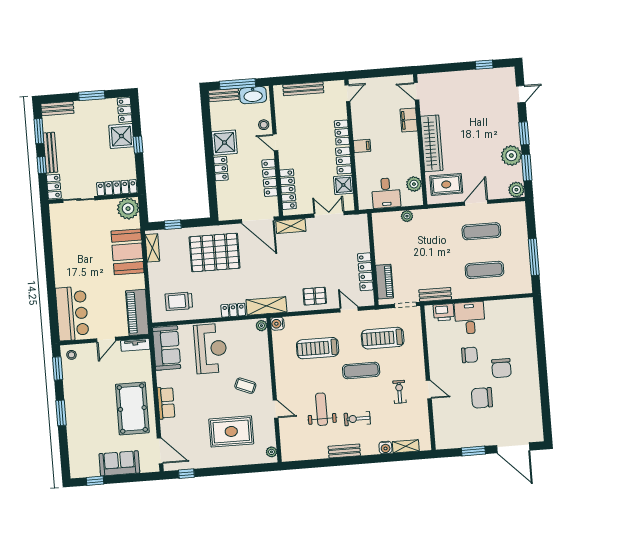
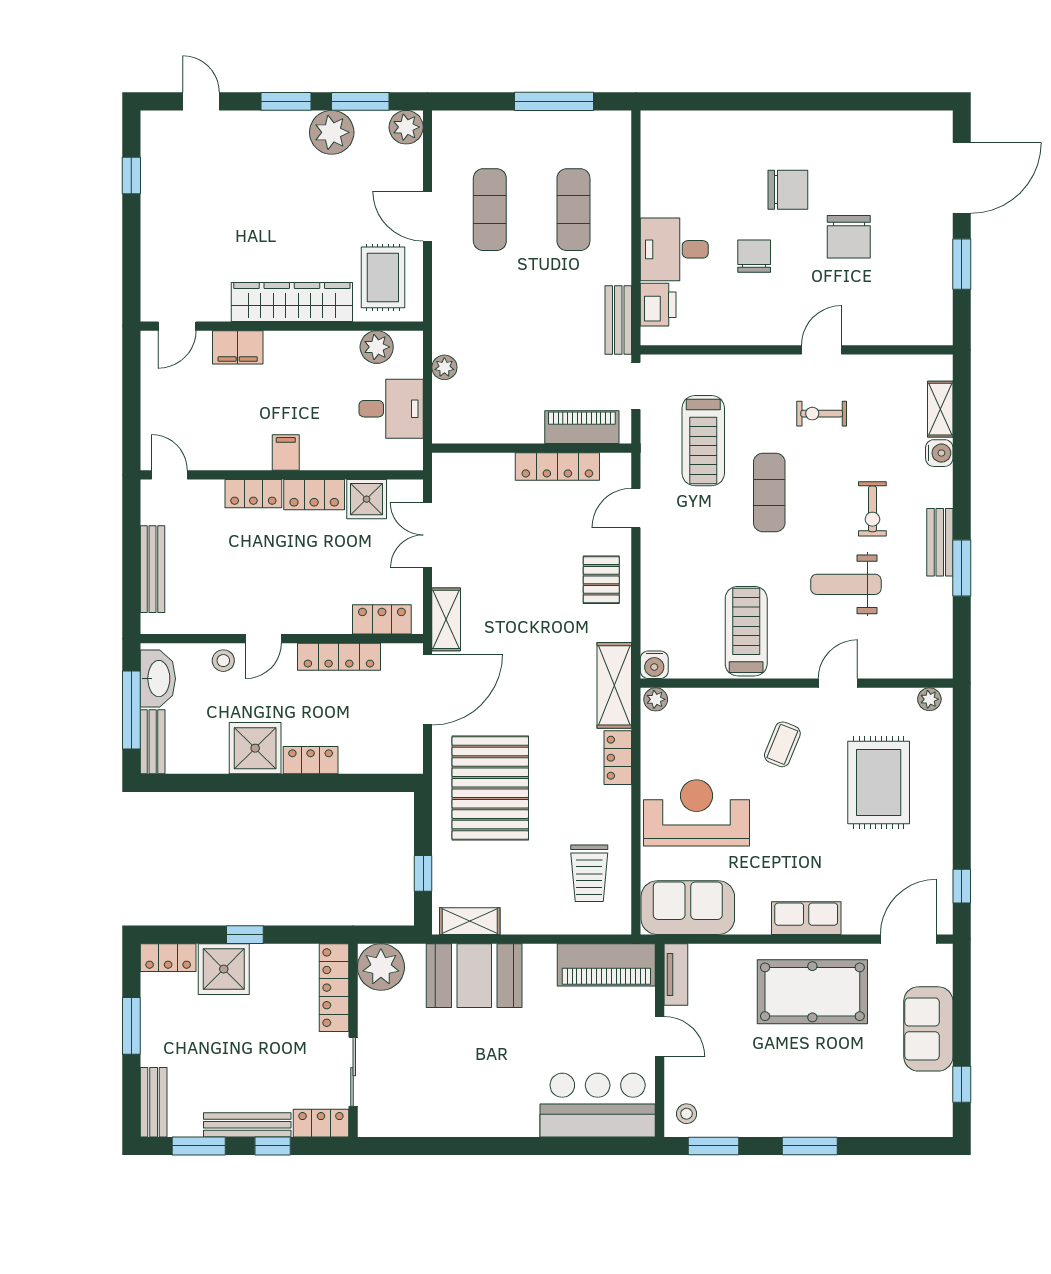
locker: (288, 189) -> (382, 619), width x0.66
treadmill: (318, 348) -> (746, 631), moved, turned 180
window: (333, 462) -> (962, 568), added

